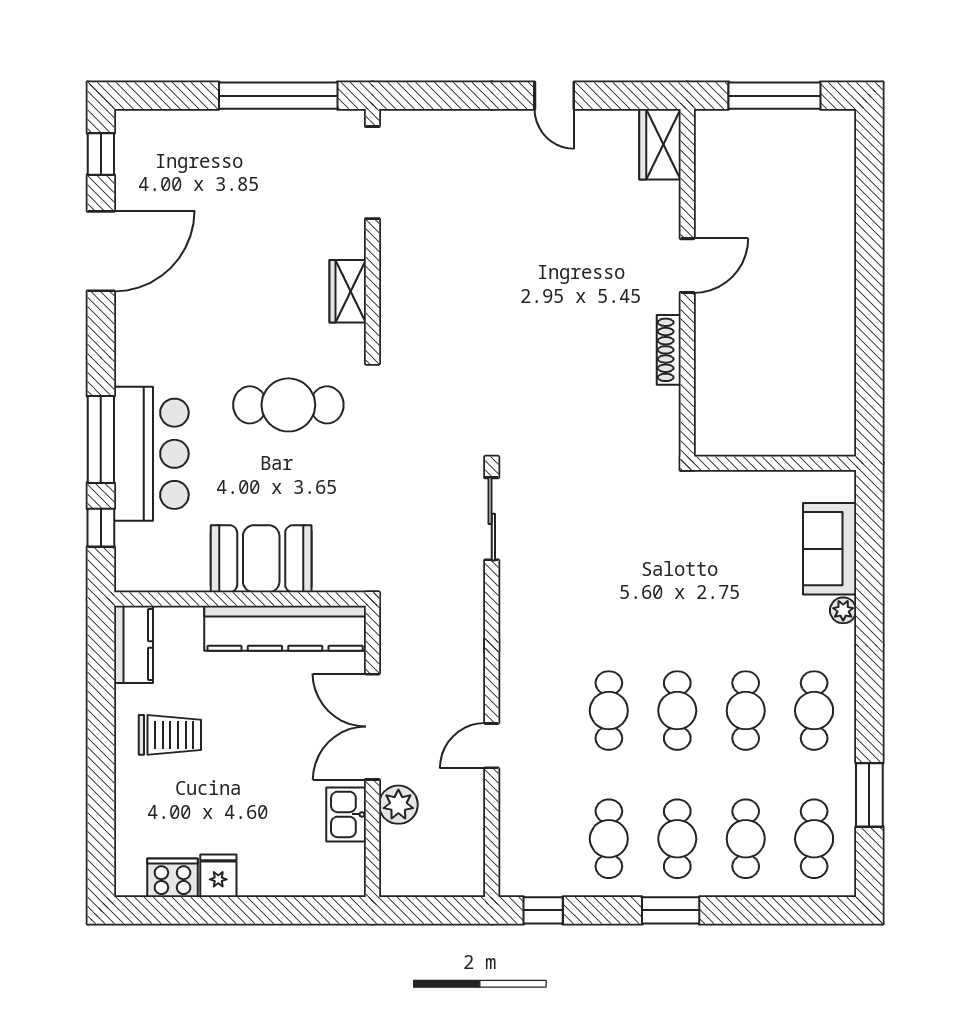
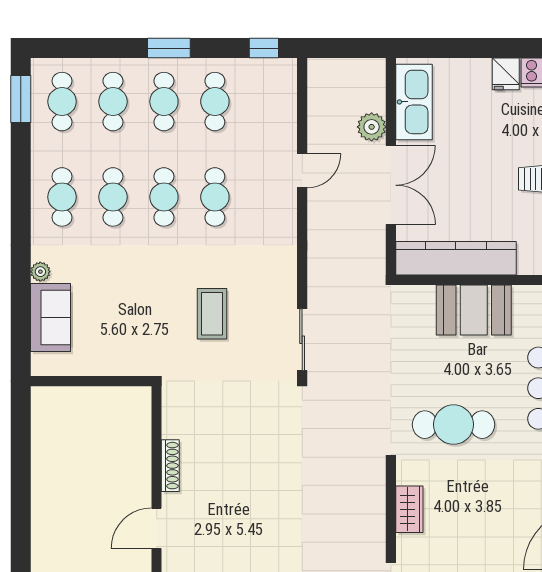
coffee table: (613, 554) -> (212, 314), added
window: (869, 795) -> (21, 99), moved
kitchen sink: (346, 814) -> (414, 102), width x1.88, depth x1.24

